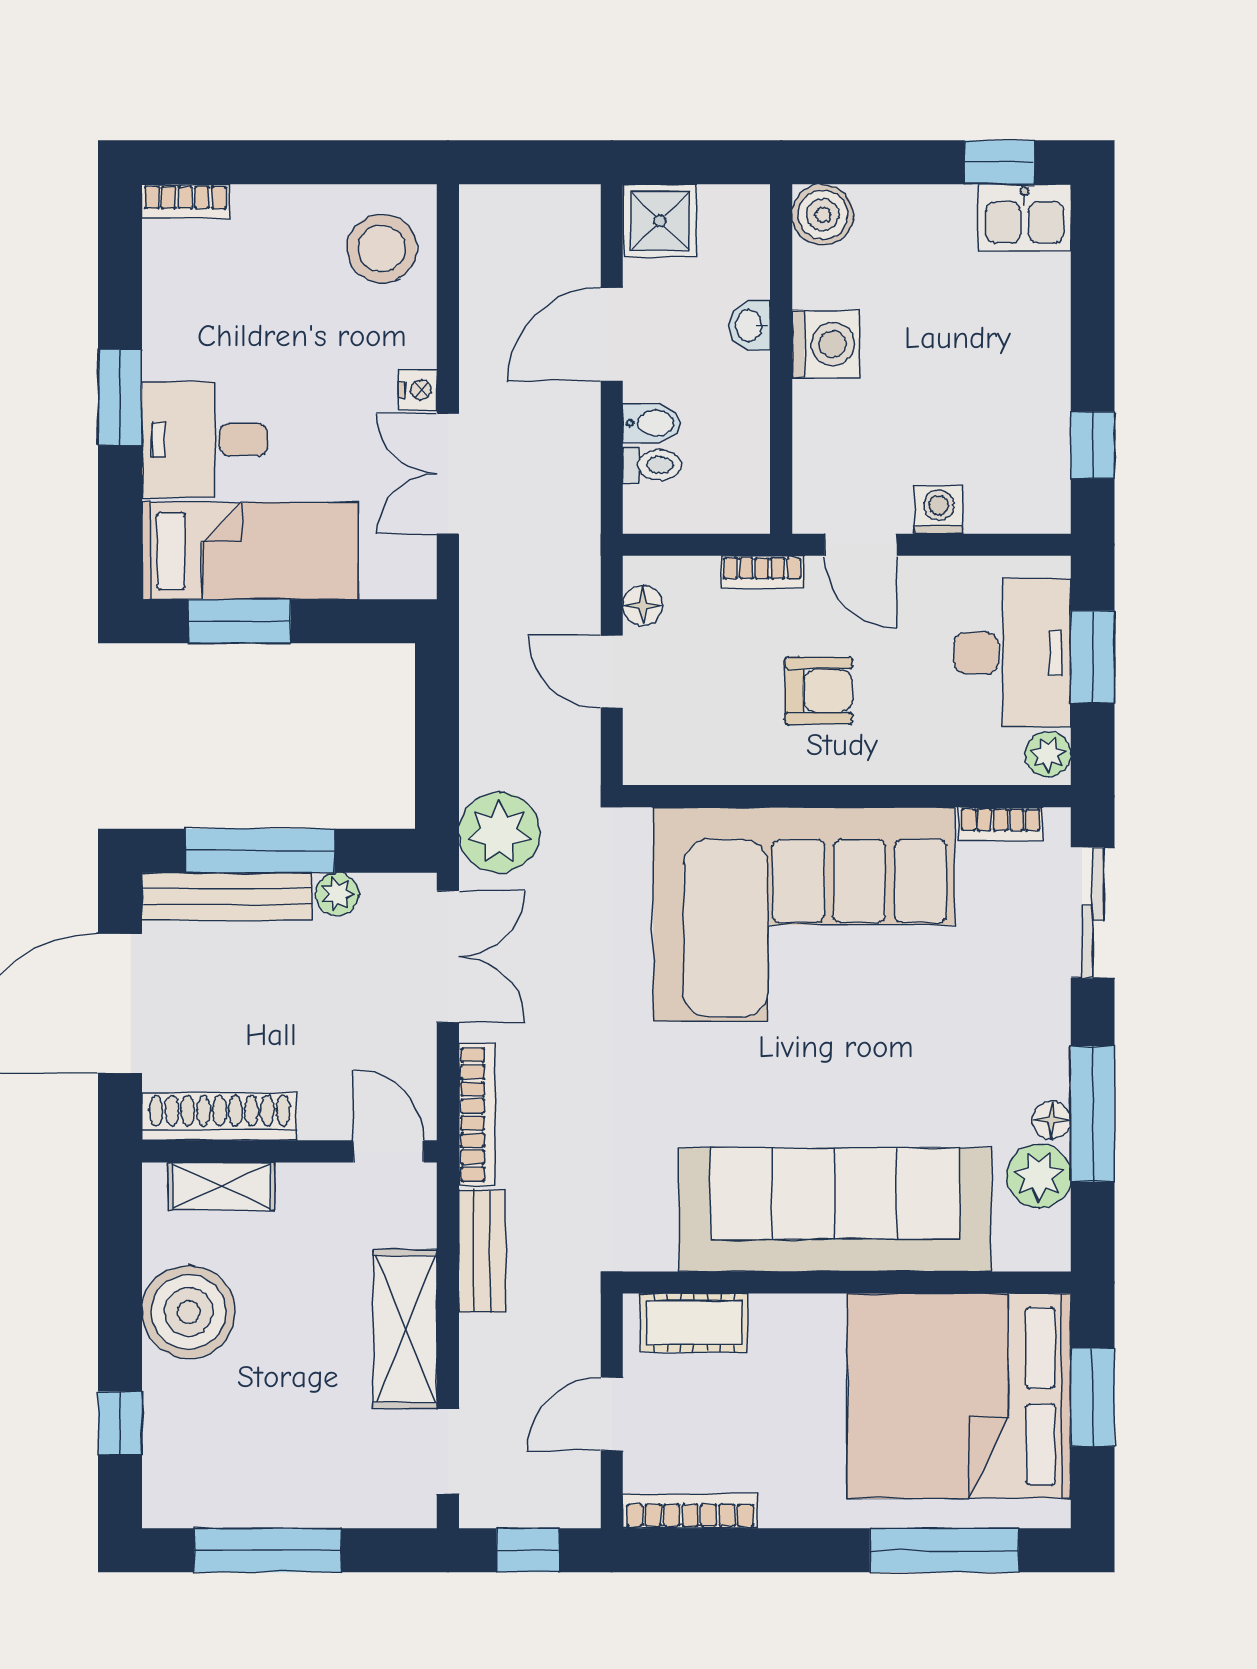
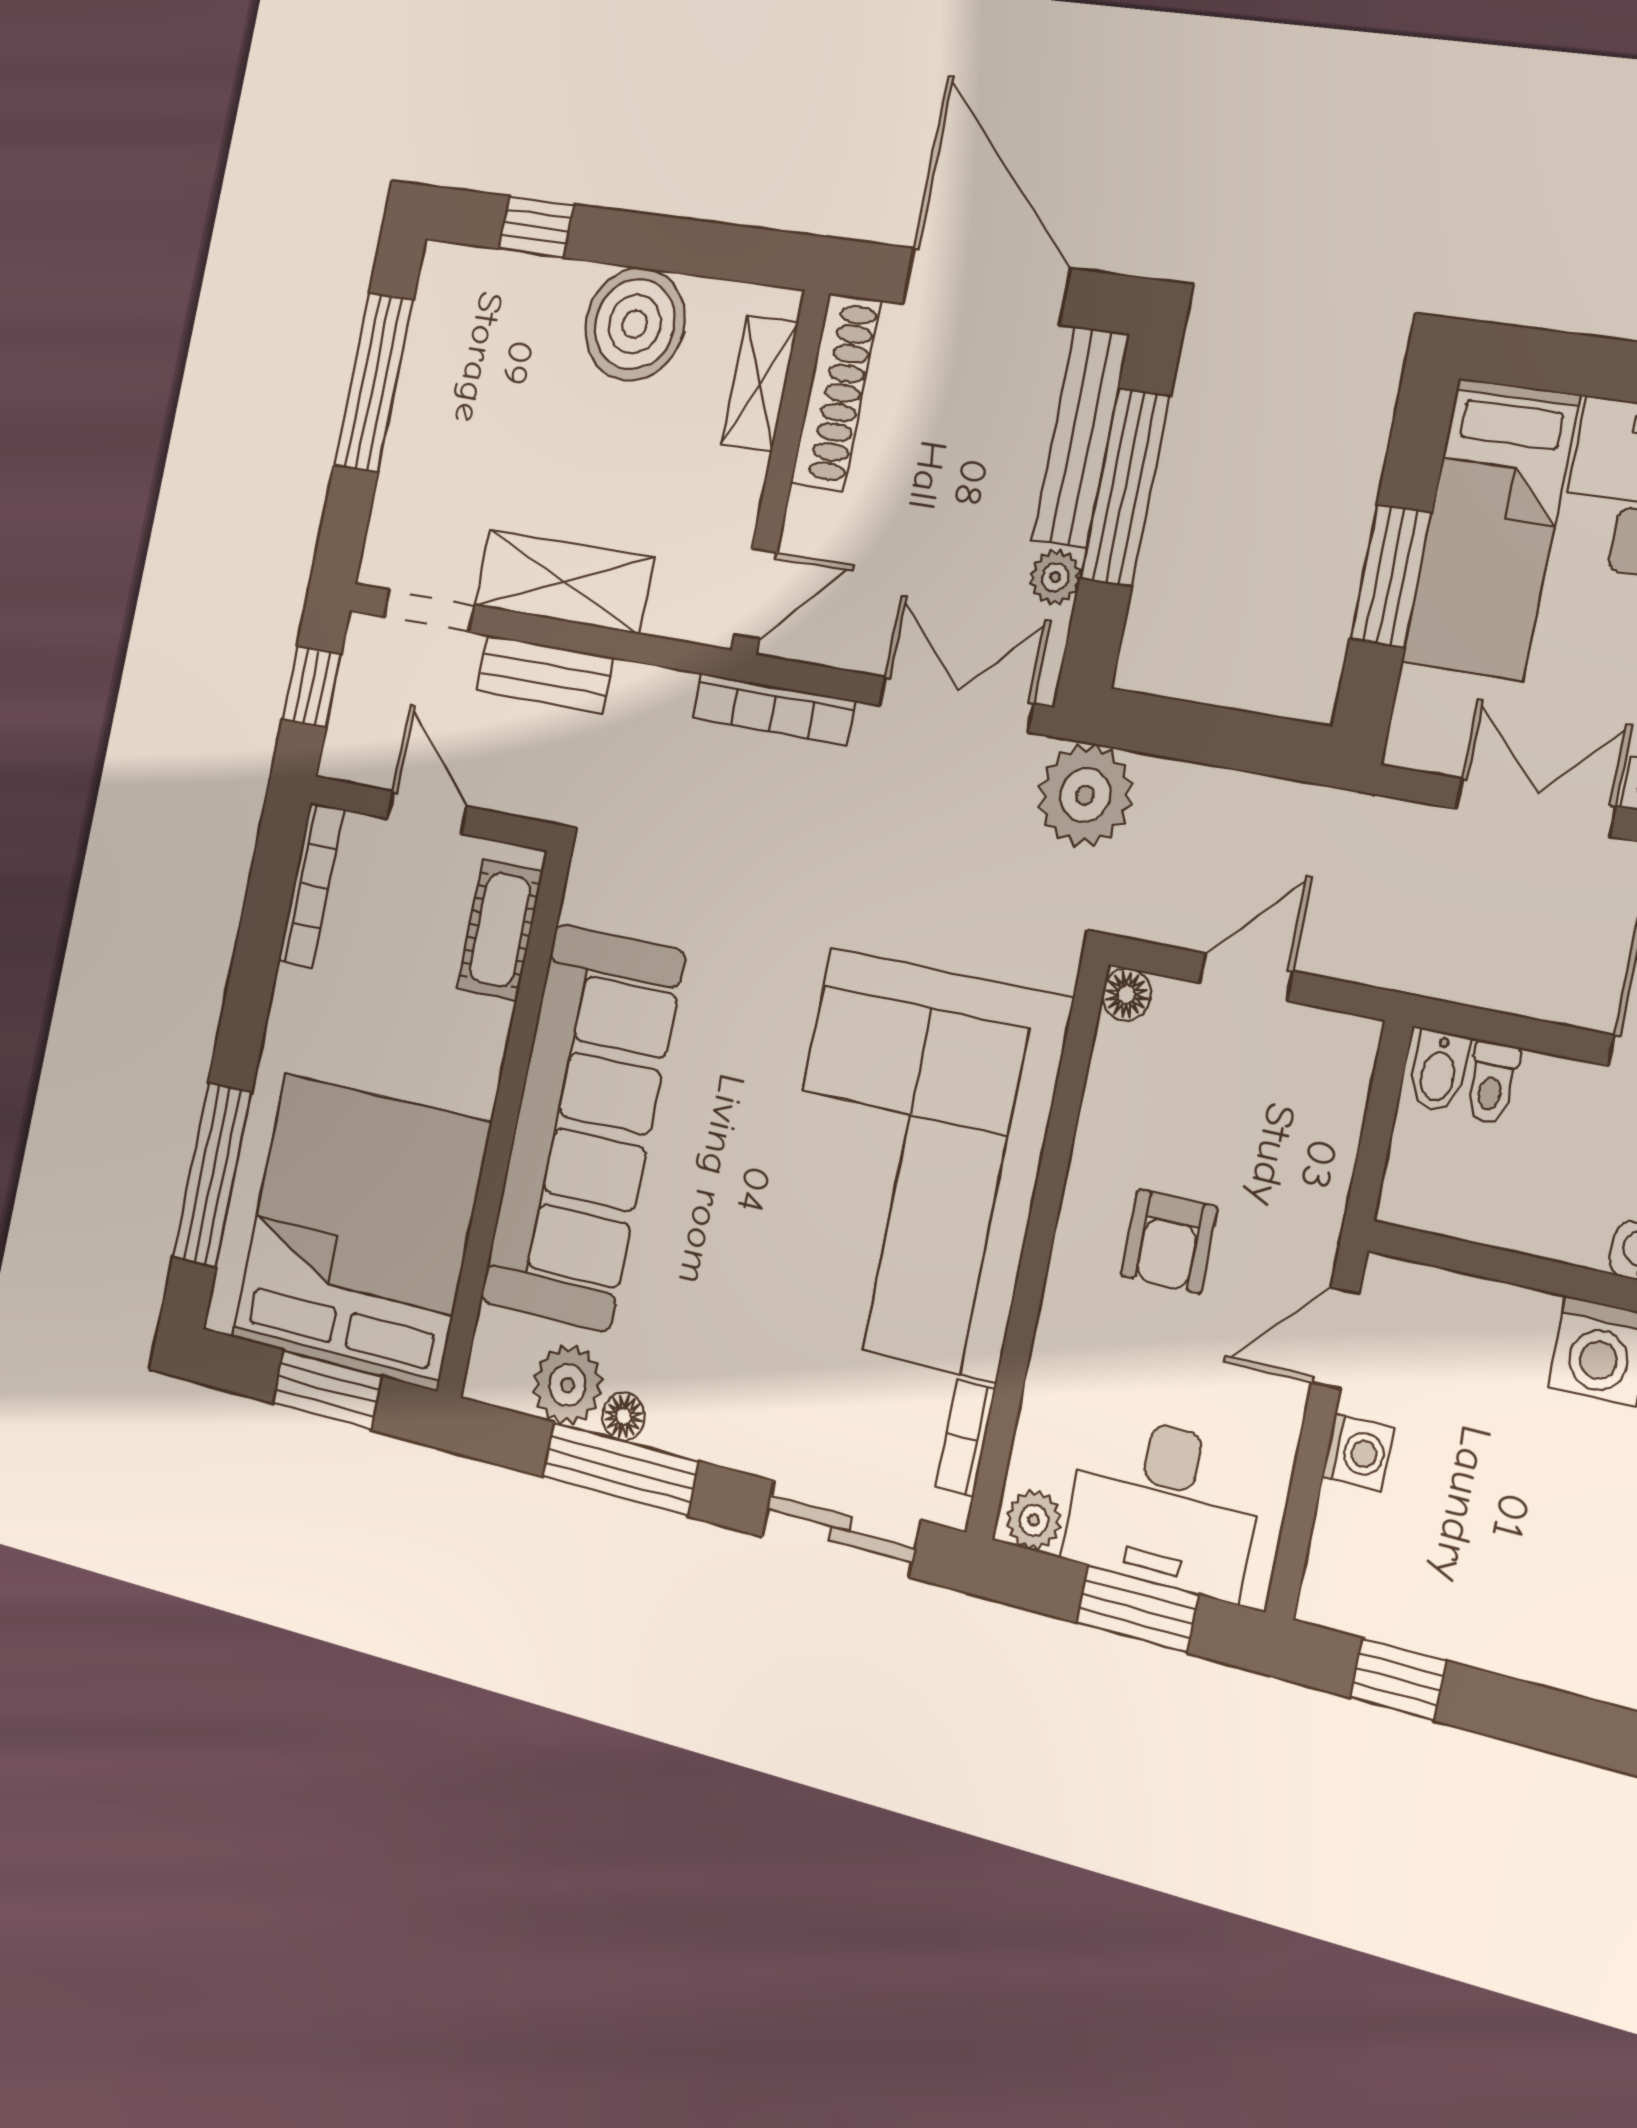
bidet: (652, 423) -> (1439, 1071), moved
bookcase: (762, 572) -> (1328, 1200), removed
floor lamp: (643, 606) -> (1126, 995), moved
window: (239, 621) -> (1391, 576), moved
double door: (448, 957) -> (956, 704), swing flipped
bench: (482, 1251) -> (545, 674), moved

